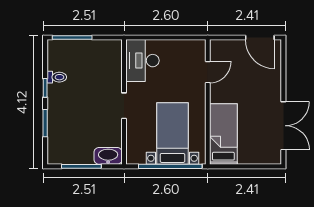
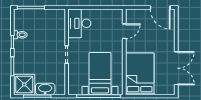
bed: (223, 134) -> (140, 74), width x1.50
shower: (62, 149) -> (24, 84), added
washbasin: (108, 156) -> (45, 89), moved

